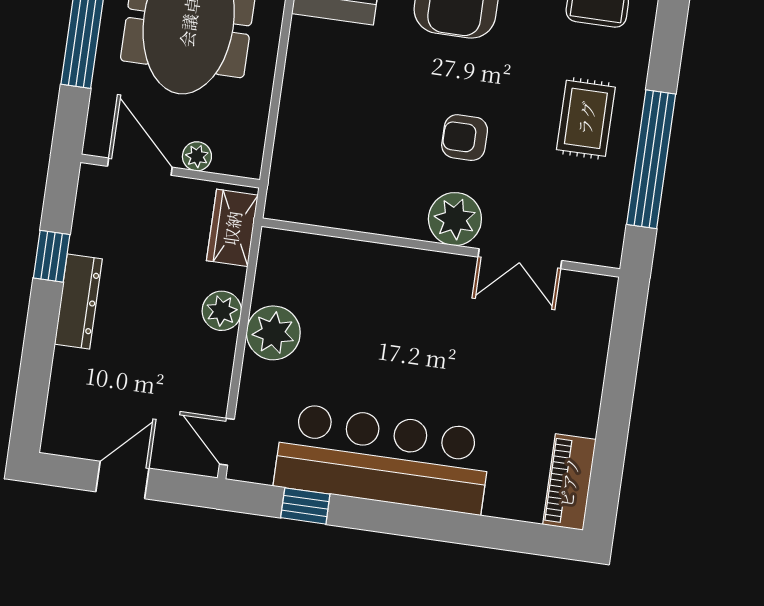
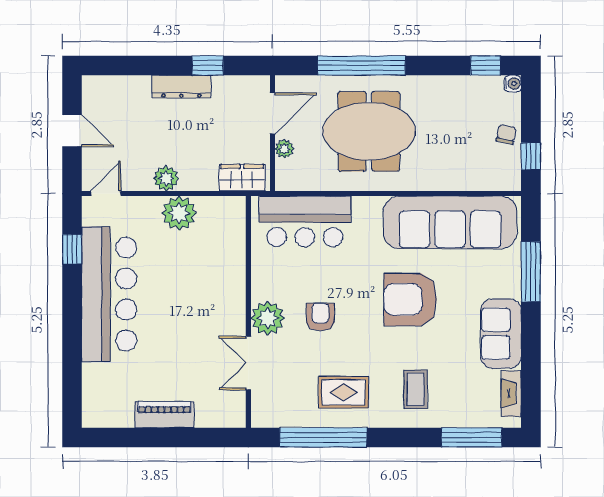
bar counter: (314, 140) -> (305, 221), added
plant: (222, 311) -> (166, 179), moved
piano: (569, 482) -> (164, 415), moved

